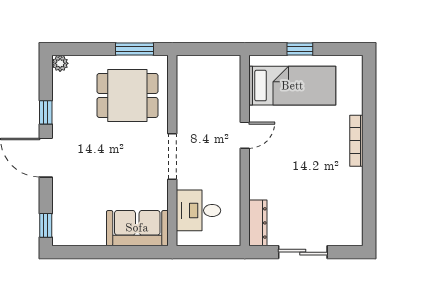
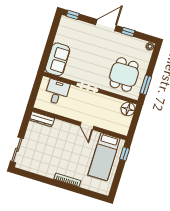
window: (300, 49) -> (125, 154), moved
floor lamp: (190, 68) -> (128, 109), added
sliding door: (303, 252) -> (17, 150), moved

